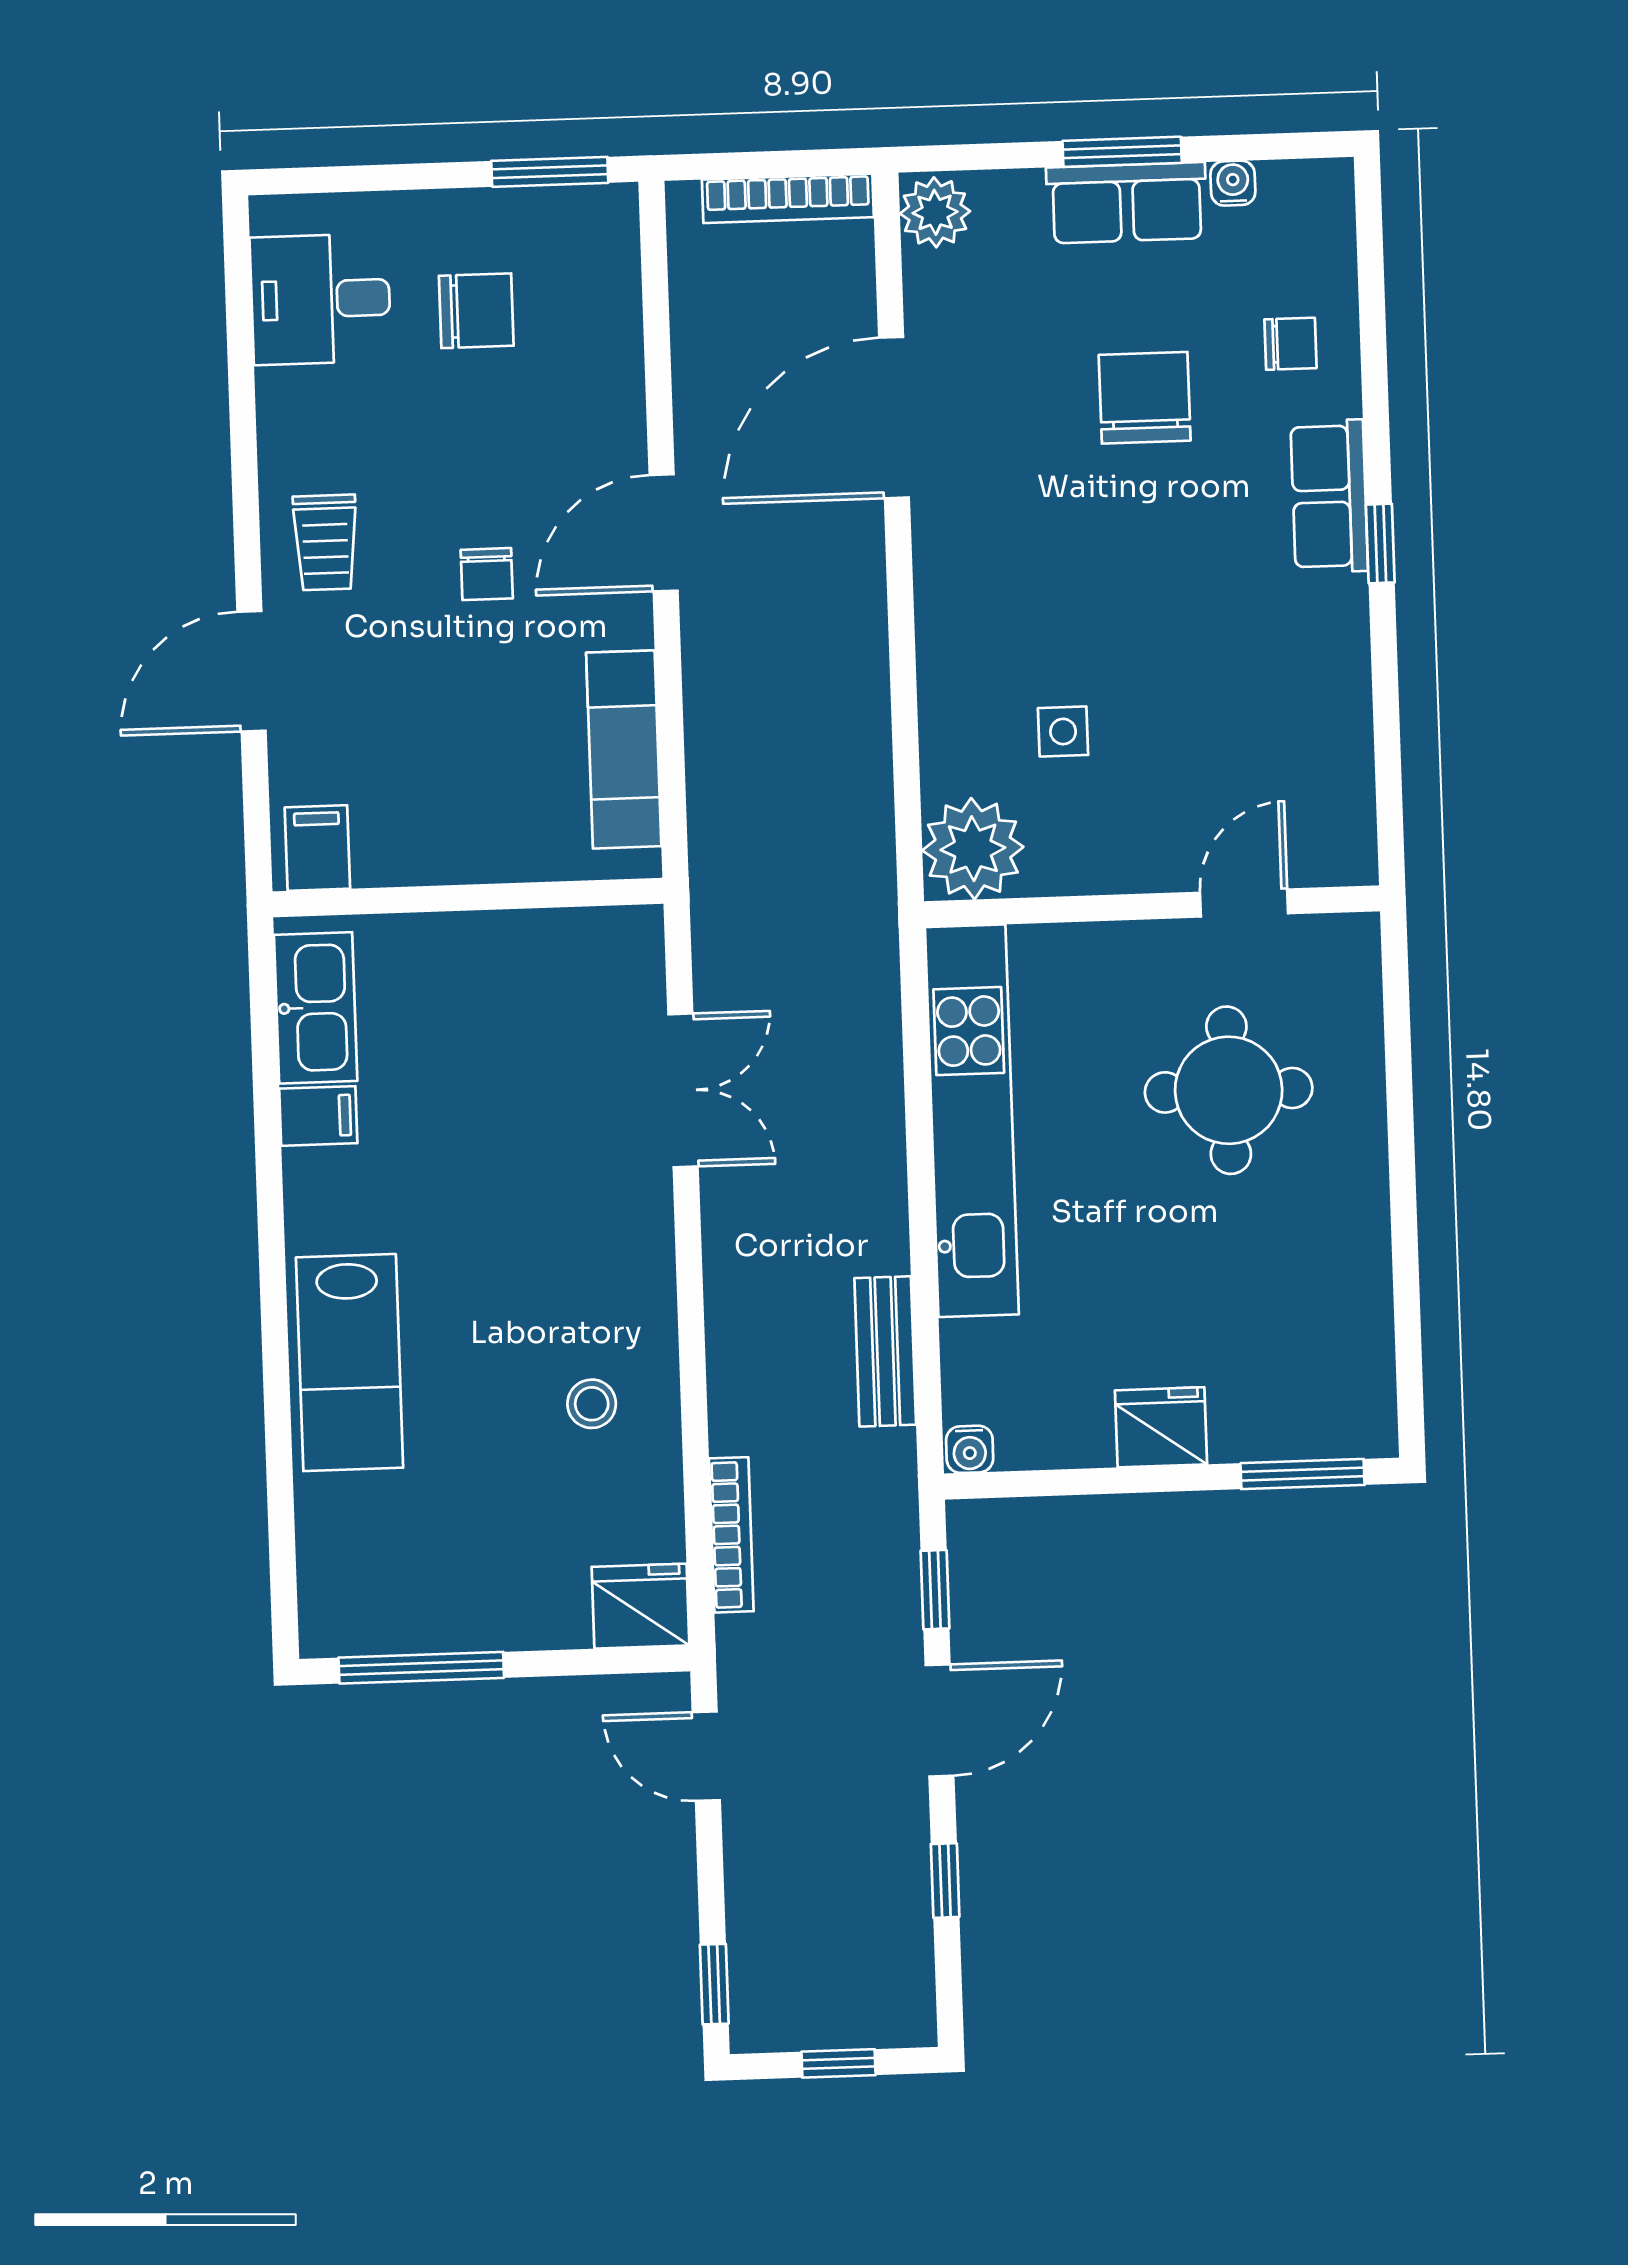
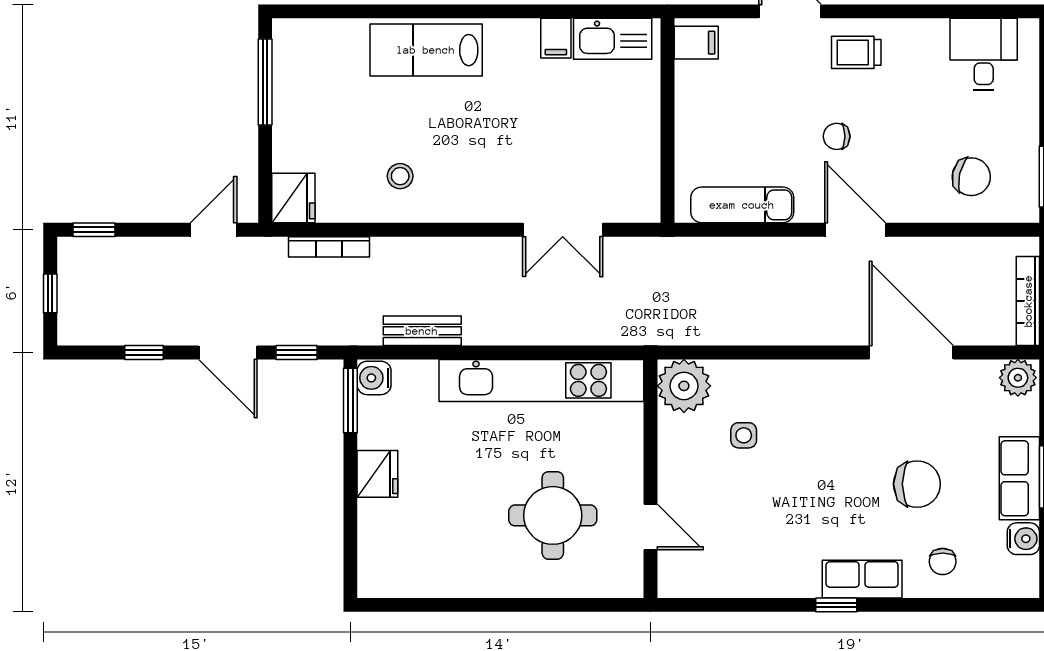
water cooler: (1233, 183) -> (1023, 539), width x1.38, depth x1.38
chair: (476, 311) -> (971, 177), moved, turned -77
water cooler: (970, 1449) -> (374, 378), width x1.38, depth x1.38
window: (1303, 1474) -> (350, 400), moved

